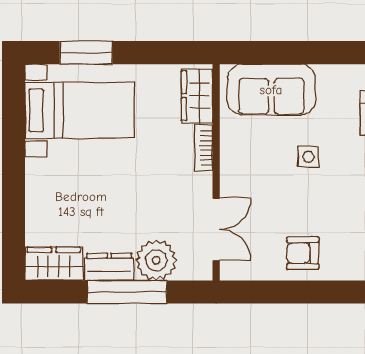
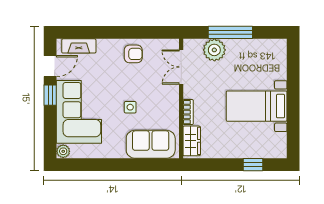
window: (86, 53) -> (253, 165), width x0.67
bed with nightstands: (80, 110) -> (257, 106), moved
wardrobe: (54, 264) -> (271, 48), removed
dresser: (109, 267) -> (240, 46), removed

